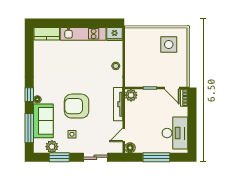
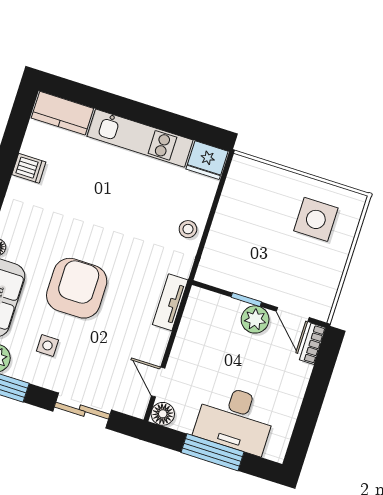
dishwasher: (40, 62) -> (29, 168), added
plant: (131, 95) -> (255, 319), moved
tv unit: (118, 104) -> (170, 302), width x0.71
armchair: (77, 106) -> (77, 288), turned 90
desk: (175, 133) -> (235, 419), moved, turned 90
door: (124, 135) -> (158, 382), hinge flipped

